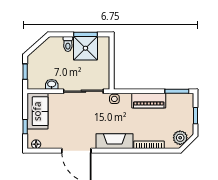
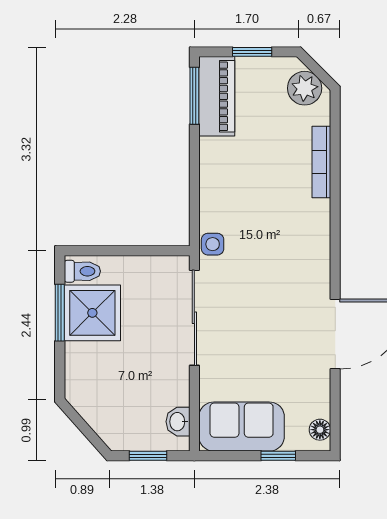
toilet: (68, 44) -> (82, 271), moved
washbasin: (52, 84) -> (178, 422), moved
piano: (149, 101) -> (217, 96), moved
fireplace: (115, 141) -> (313, 244), removed

